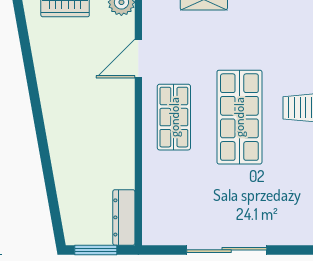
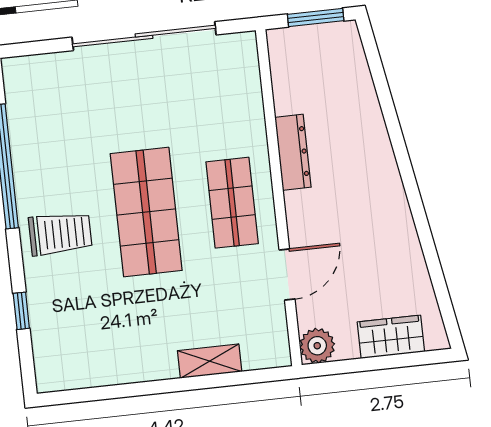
dresser: (124, 217) -> (293, 152), moved
sliding door: (227, 250) -> (144, 36), width x1.36

